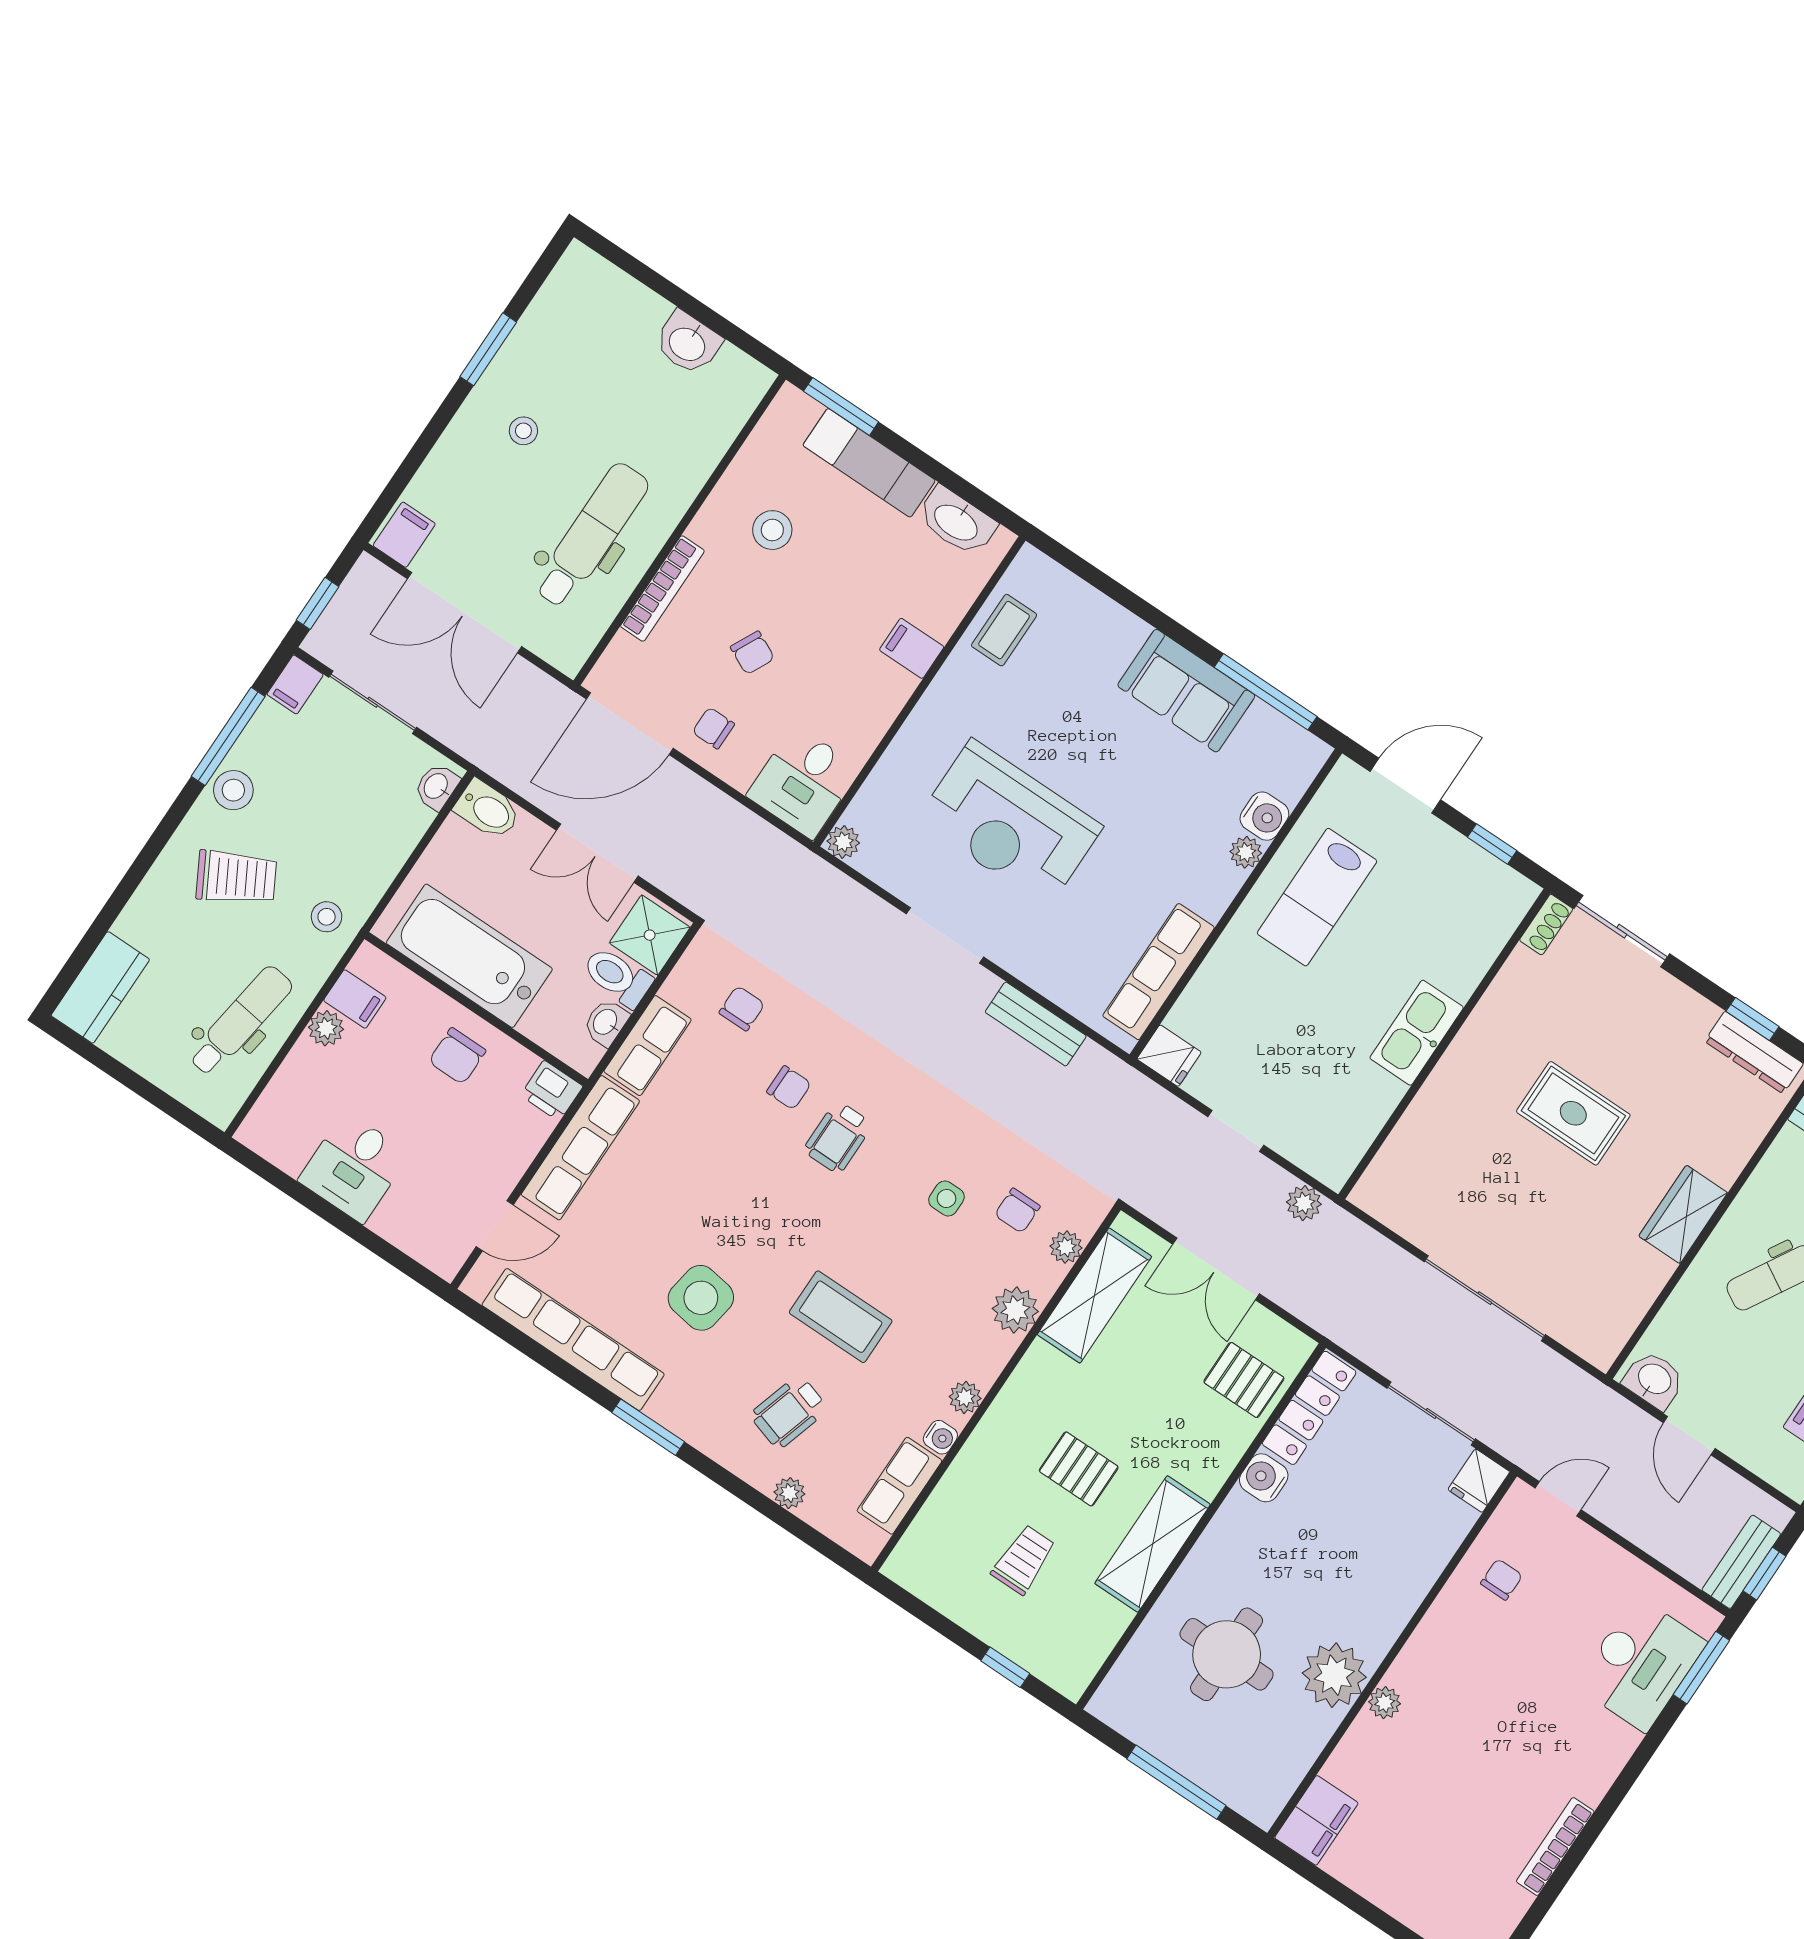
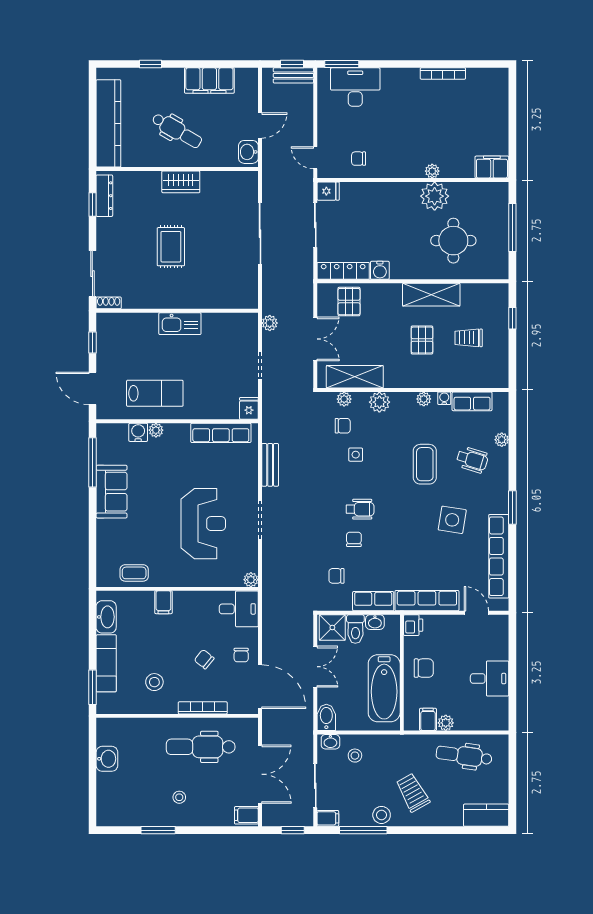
chair: (752, 653) -> (204, 659), turned -77
stool: (327, 917) -> (355, 756), moved

